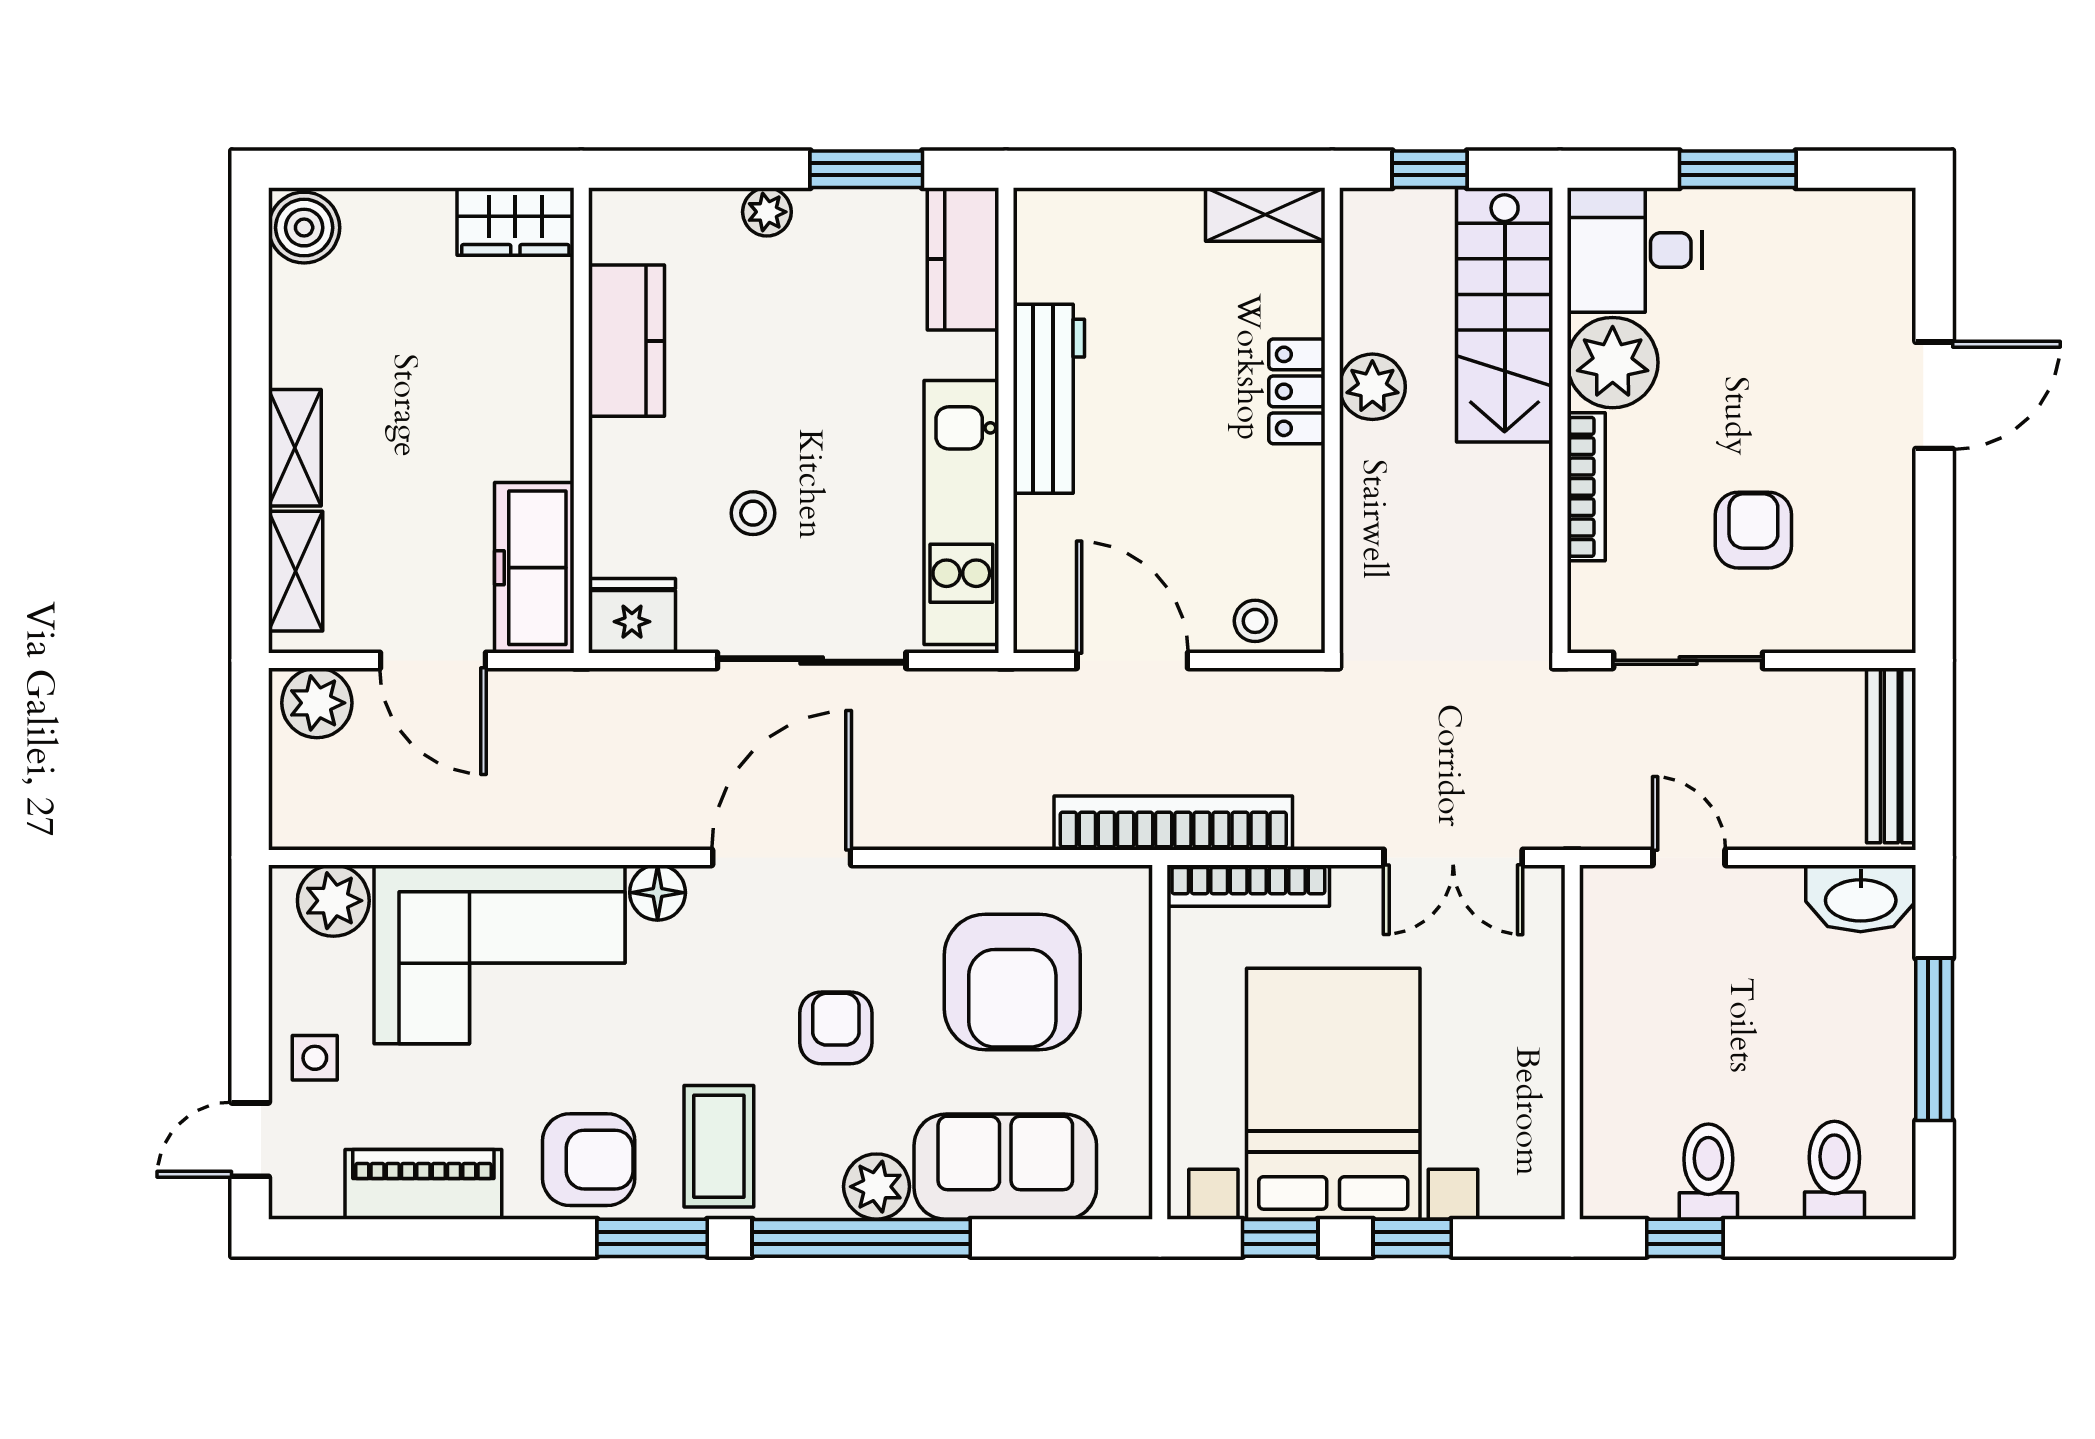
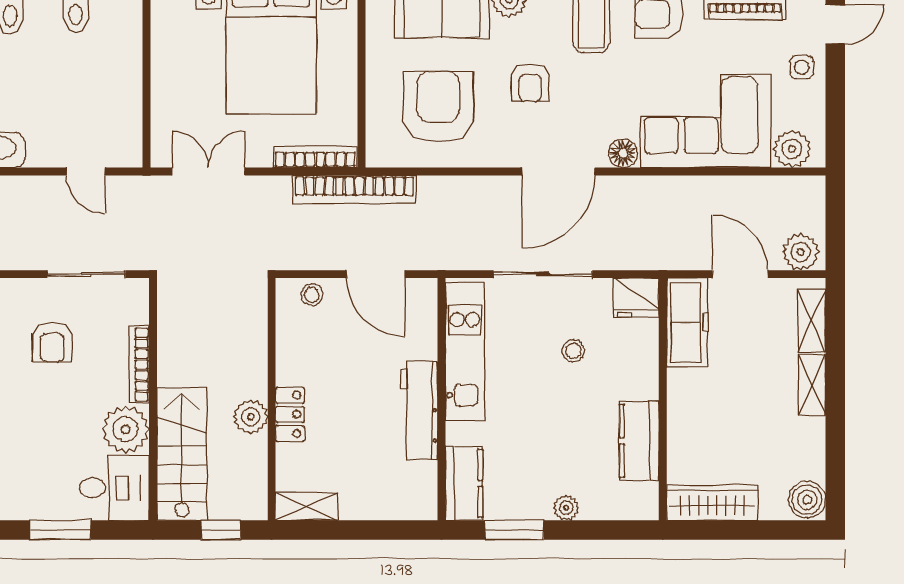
wardrobe: (515, 222) -> (712, 503), width x1.50

